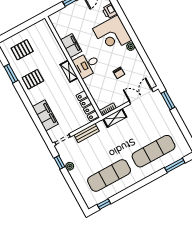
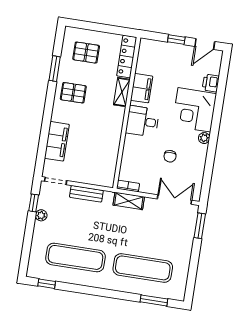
shelving: (69, 71) -> (122, 92), moved
locker: (87, 106) -> (127, 56), moved

